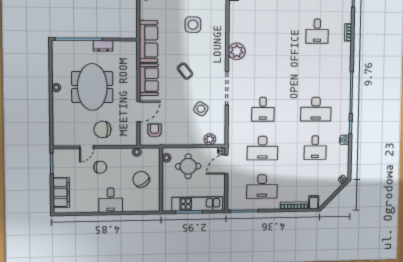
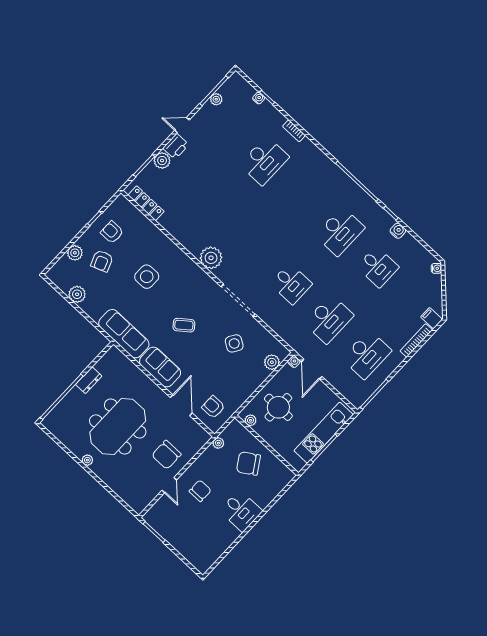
desk: (317, 31) -> (264, 161), width x1.37
meeting table: (92, 87) -> (118, 426), turned 90
filing cabinet: (61, 192) -> (190, 549), removed

